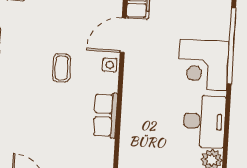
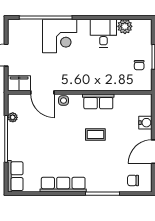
coffee table: (62, 68) -> (95, 135), moved
desk: (204, 121) -> (103, 33), width x0.73

